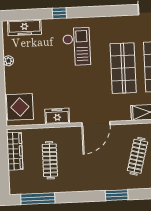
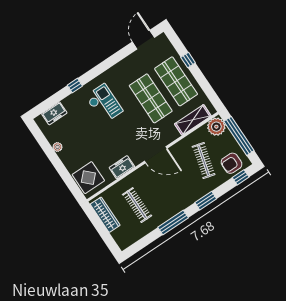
freezer: (24, 27) -> (54, 113), width x0.71
door: (96, 124) -> (156, 155), hinge flipped
window: (38, 199) -> (173, 223), moved

